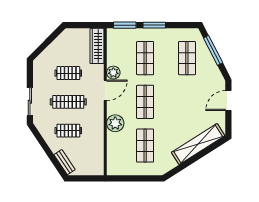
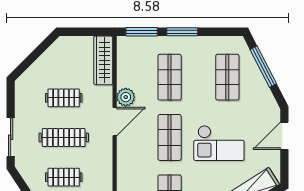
checkout: (181, 106) -> (219, 143), added
plant: (115, 123) -> (128, 167), removed

